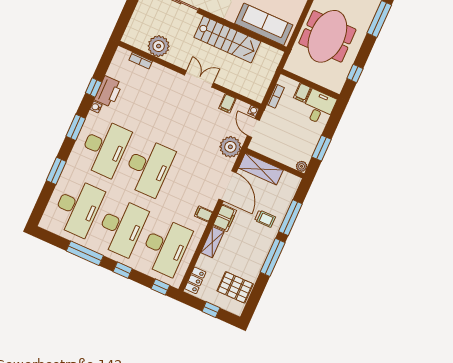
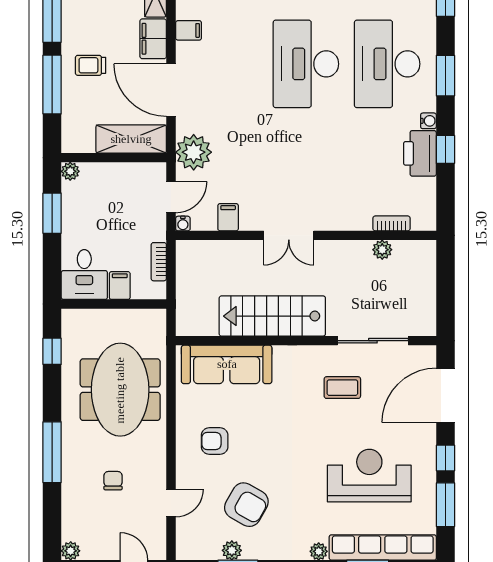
plant: (159, 46) -> (382, 250), width x0.53, depth x0.53
door: (253, 128) -> (171, 197), hinge flipped

